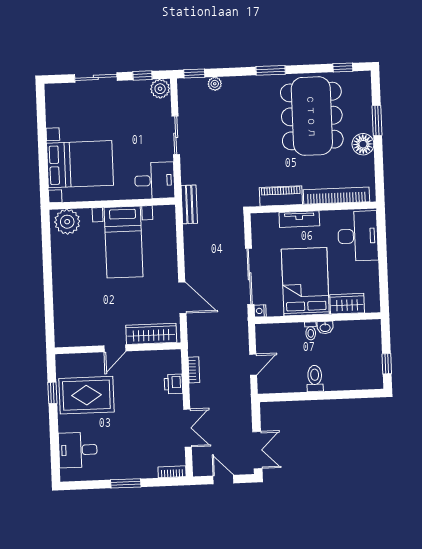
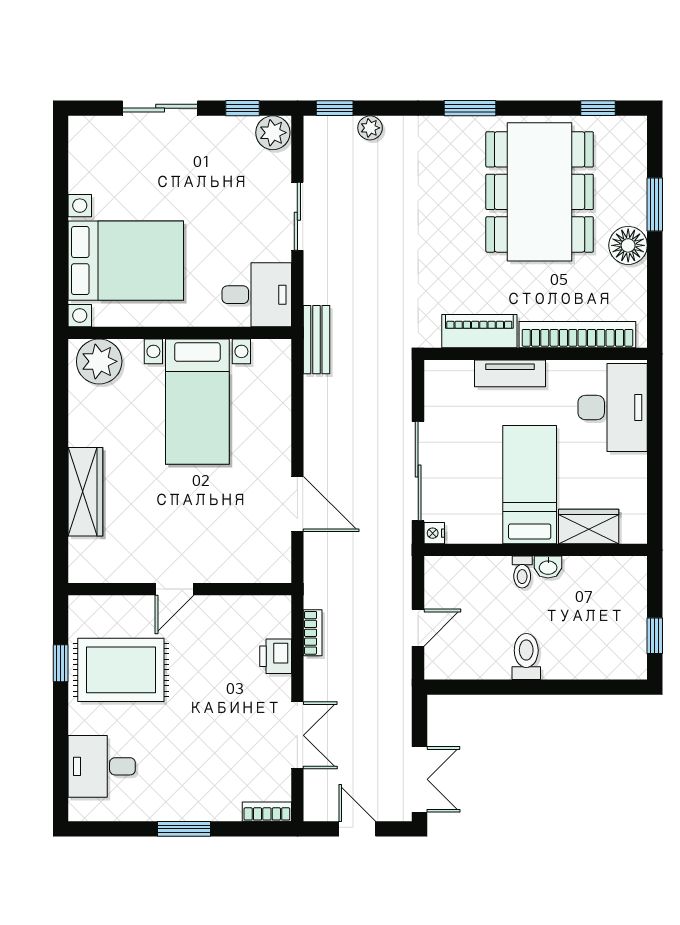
bed: (305, 282) -> (530, 485), width x0.67
wardrobe: (151, 334) -> (85, 492), moved, turned 90

